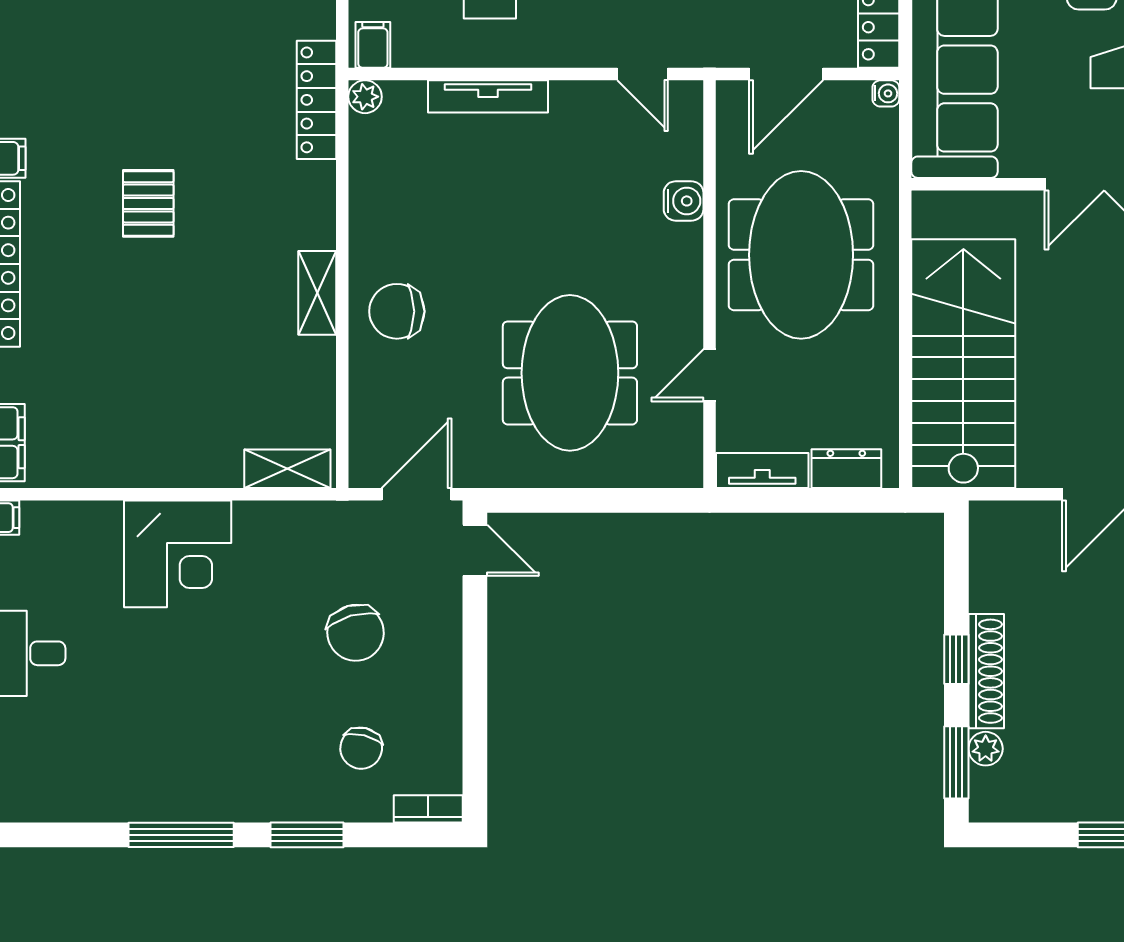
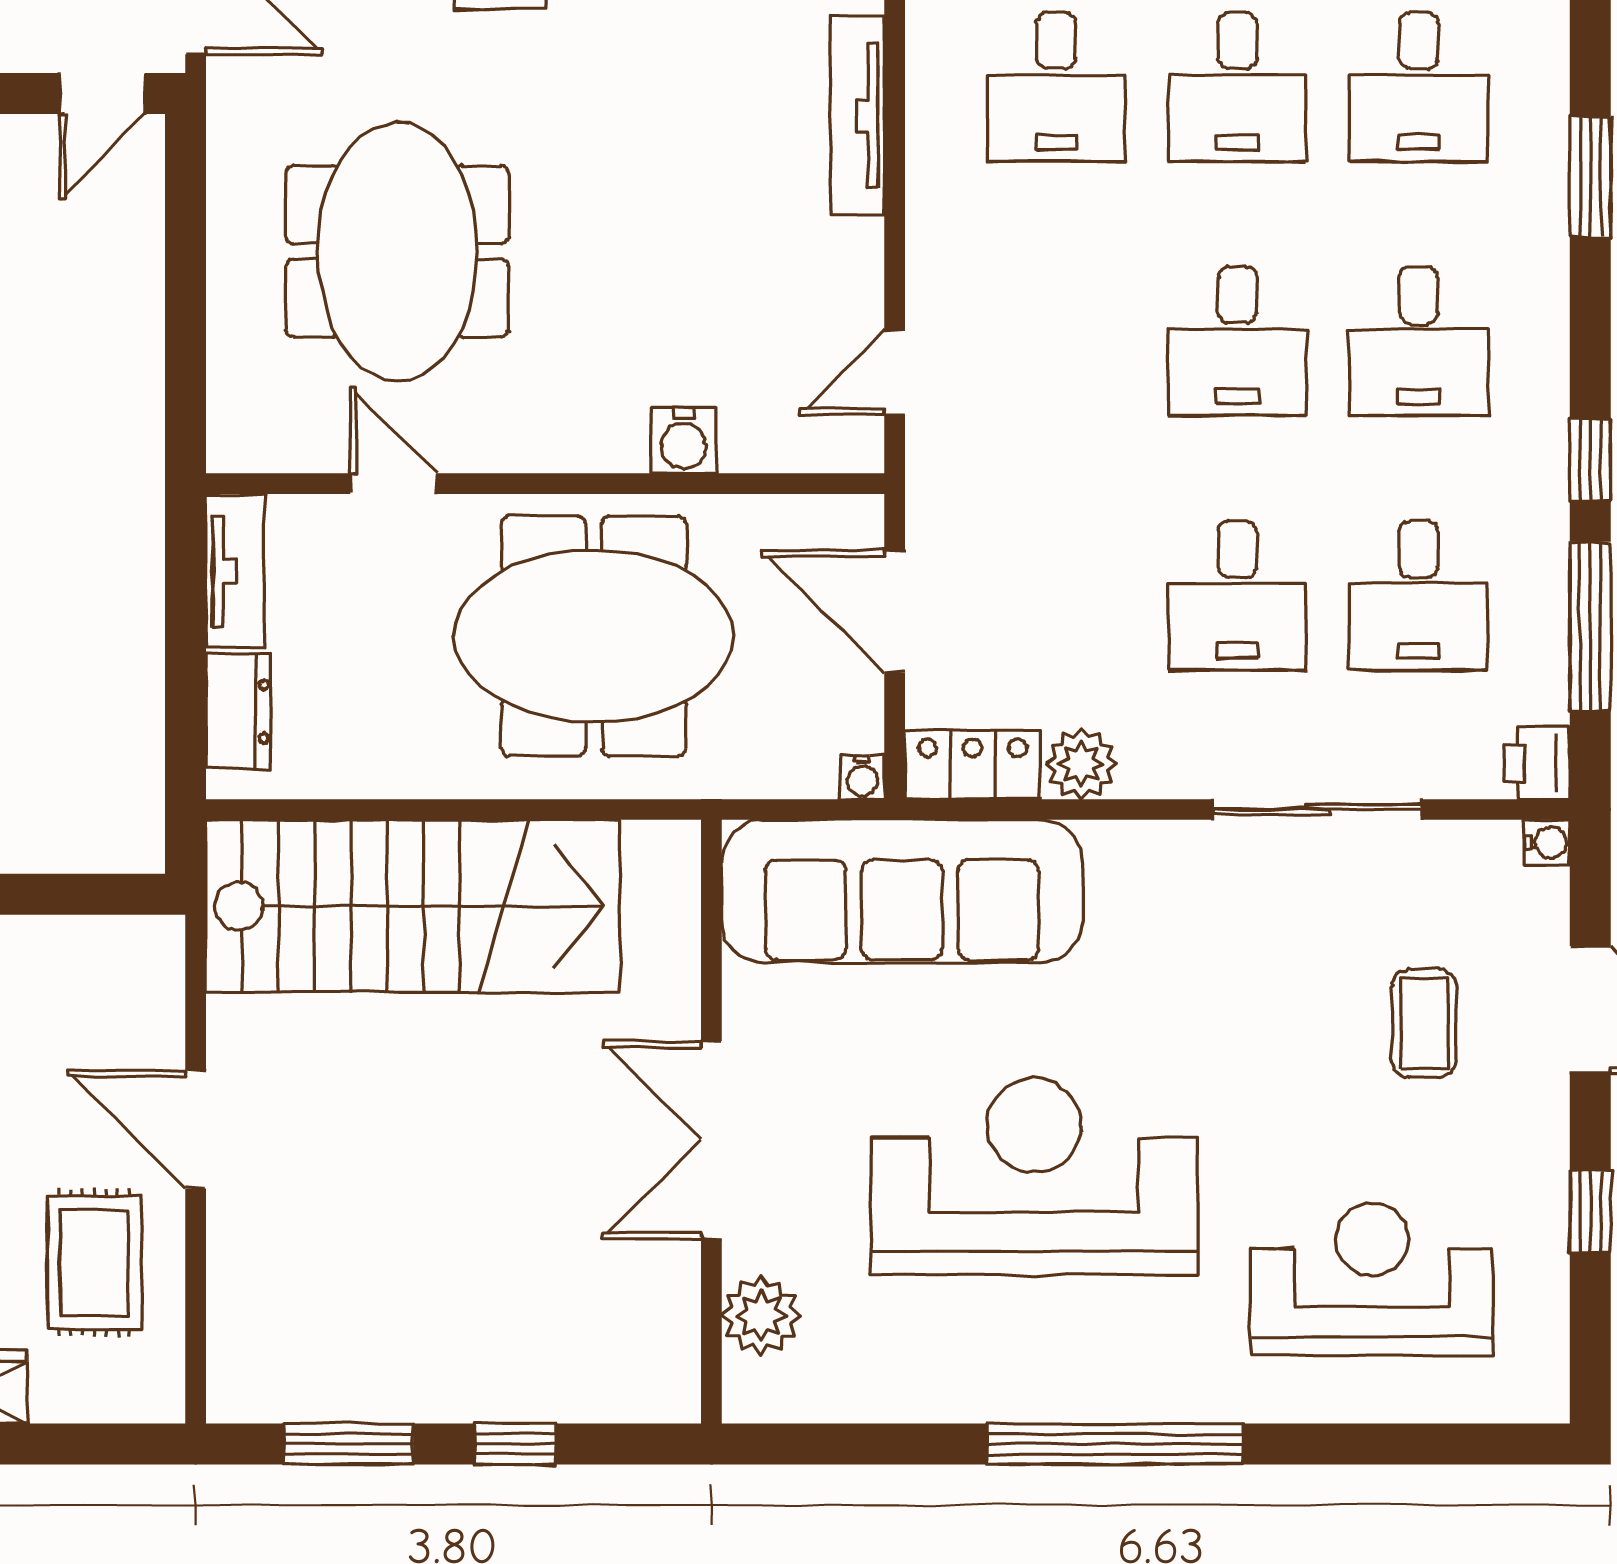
meeting table: (570, 373) -> (397, 252), turned 90

